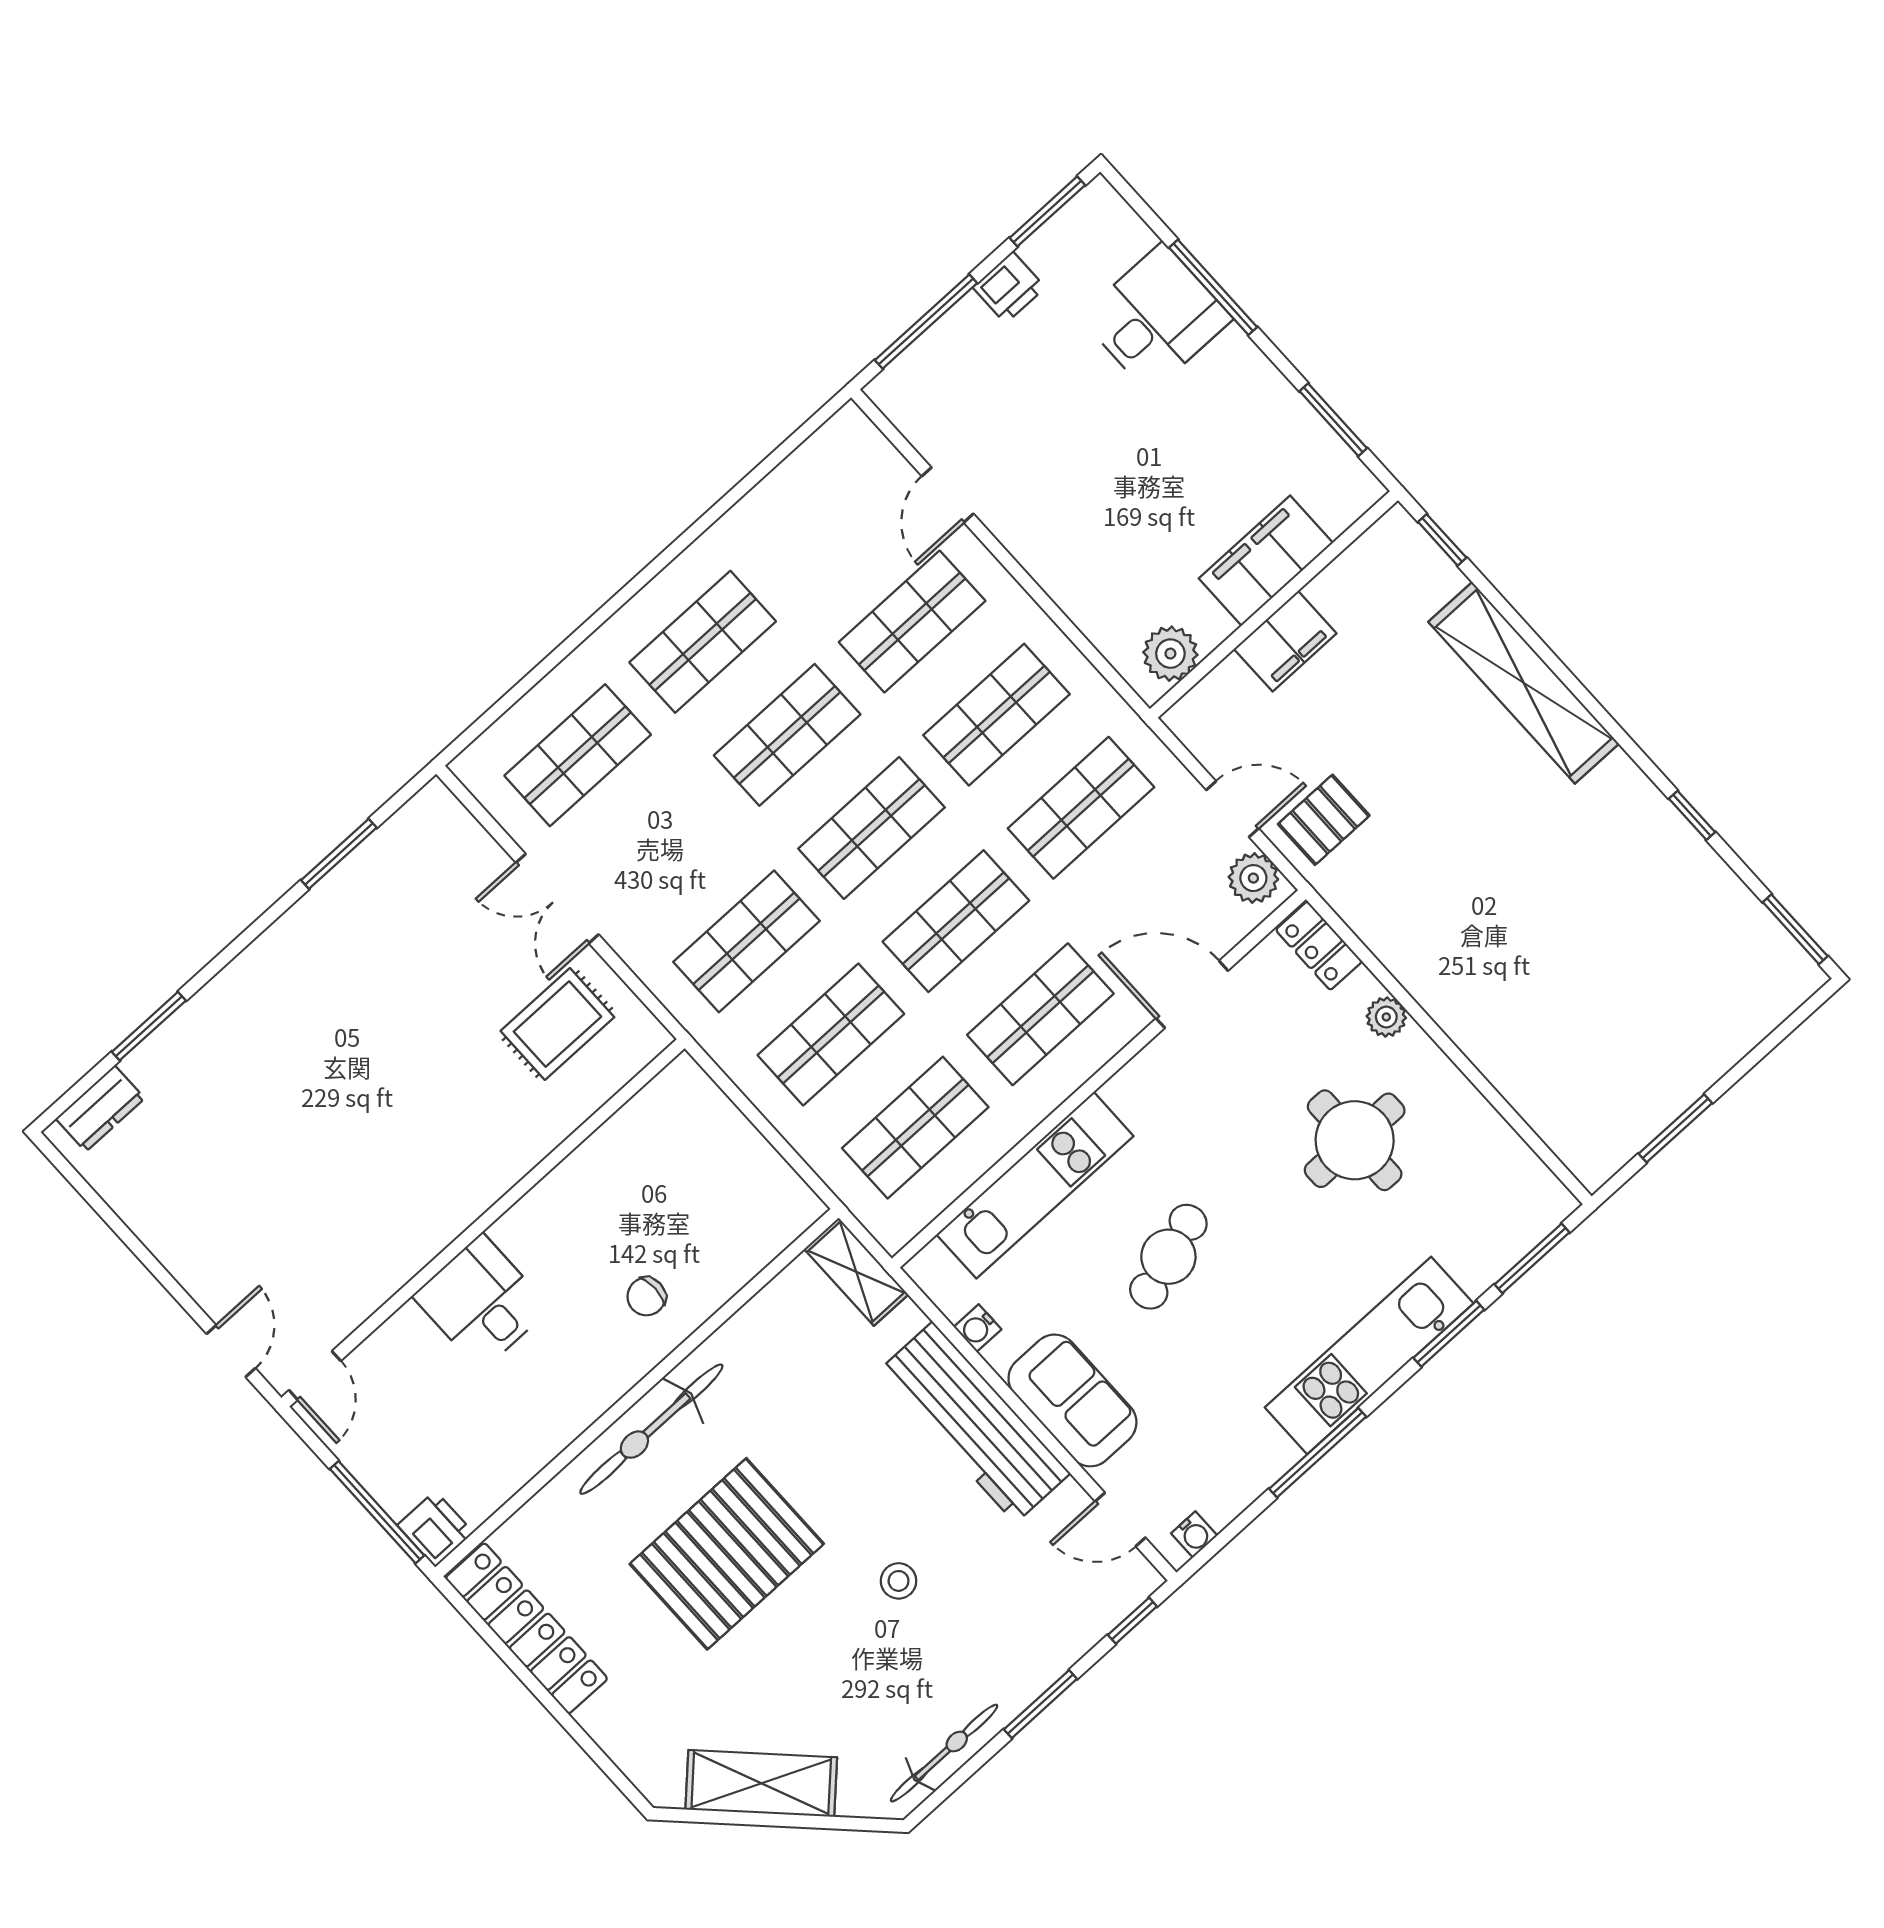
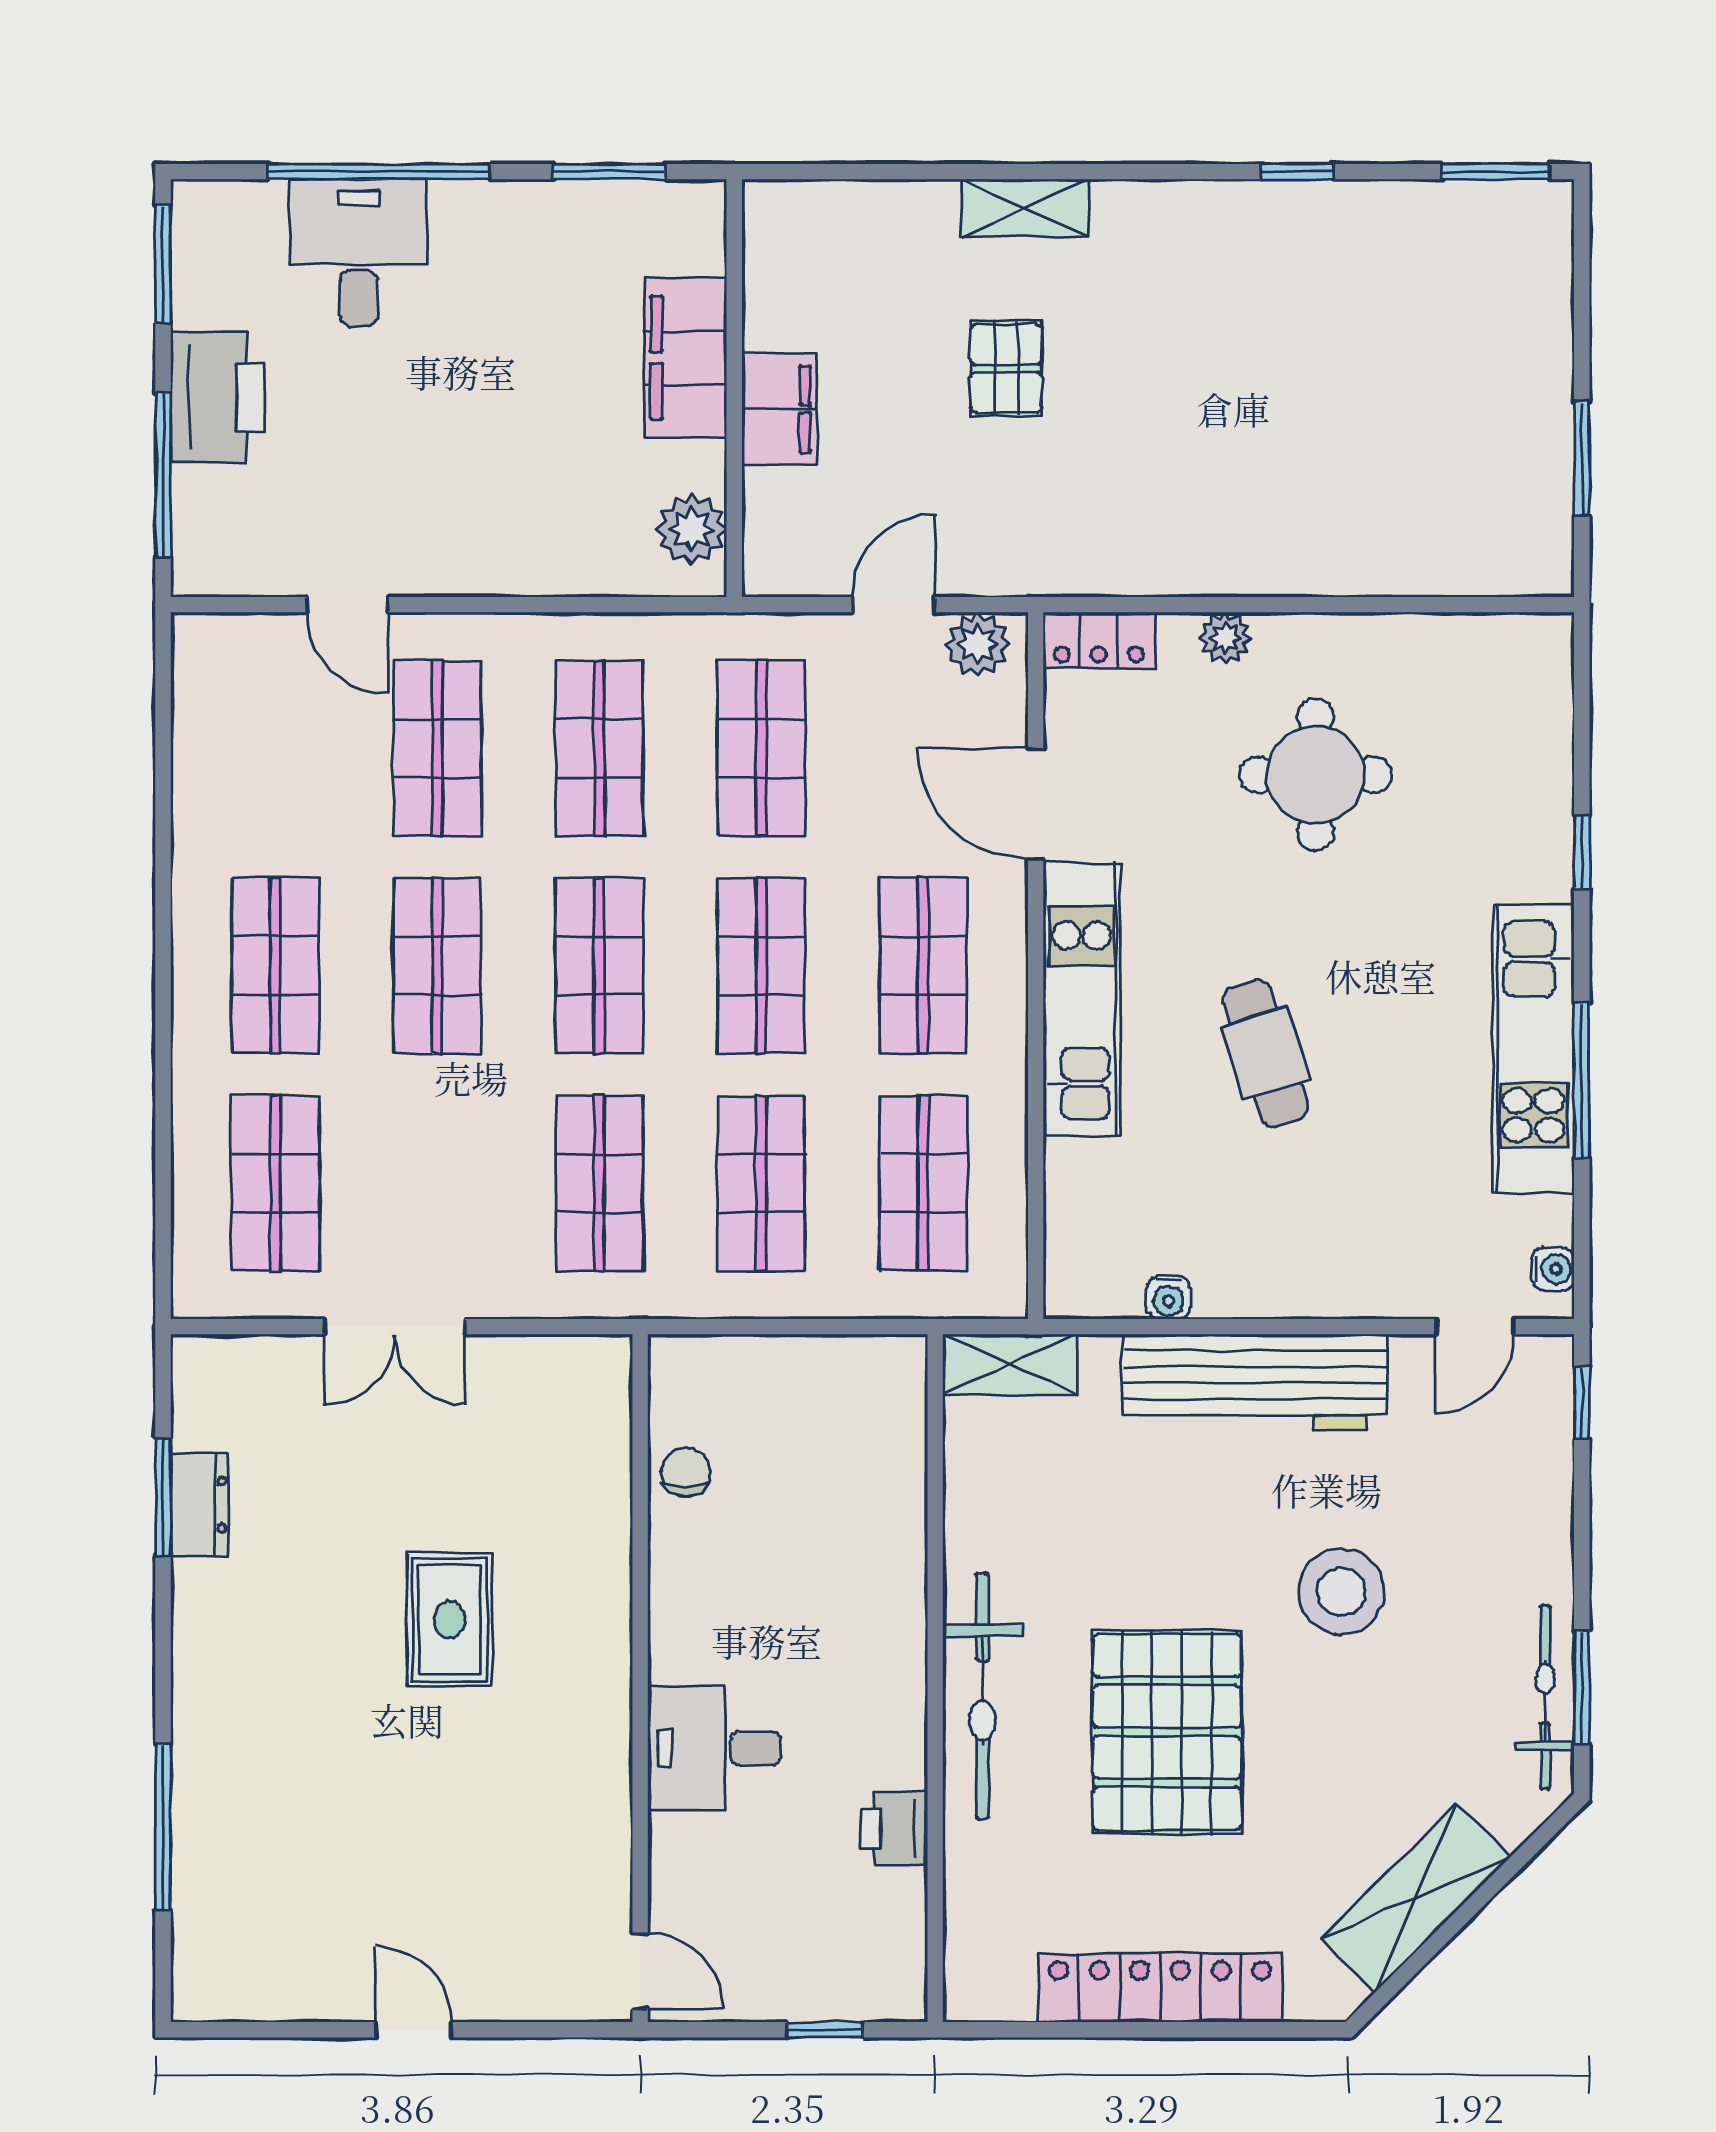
printer: (1009, 287) -> (218, 397), width x1.87, depth x1.48
window: (1213, 287) -> (379, 172), width x1.46
window: (1442, 540) -> (818, 172), removed
shelving: (1524, 683) -> (1025, 208), width x0.45, depth x0.75
pallet: (1324, 820) -> (1006, 368), moved
door: (1192, 994) -> (1036, 804), hinge flipped
rug: (557, 1024) -> (450, 1620), moved
window: (149, 1026) -> (163, 1827), width x1.44
dresser: (100, 1109) -> (200, 1504), moved
kitchen unit: (1035, 1185) -> (1082, 999), moved
window: (1532, 1258) -> (1582, 708), removed
chair: (646, 1296) -> (686, 1472), moved, turned 180
window: (1449, 1334) -> (1582, 852), width x0.67
door: (231, 1351) -> (414, 2030), moved
kitchen unit: (1369, 1355) -> (1533, 1049), moved
sofa: (1072, 1400) -> (1320, 1269), removed
window: (377, 1512) -> (824, 2030), width x0.46
printer: (435, 1529) -> (894, 1828), moved, turned -90
stool: (899, 1581) -> (1341, 1591), width x1.89, depth x1.89
locker: (526, 1628) -> (1160, 1988), moved
window: (1040, 1704) -> (1582, 1688), moved

